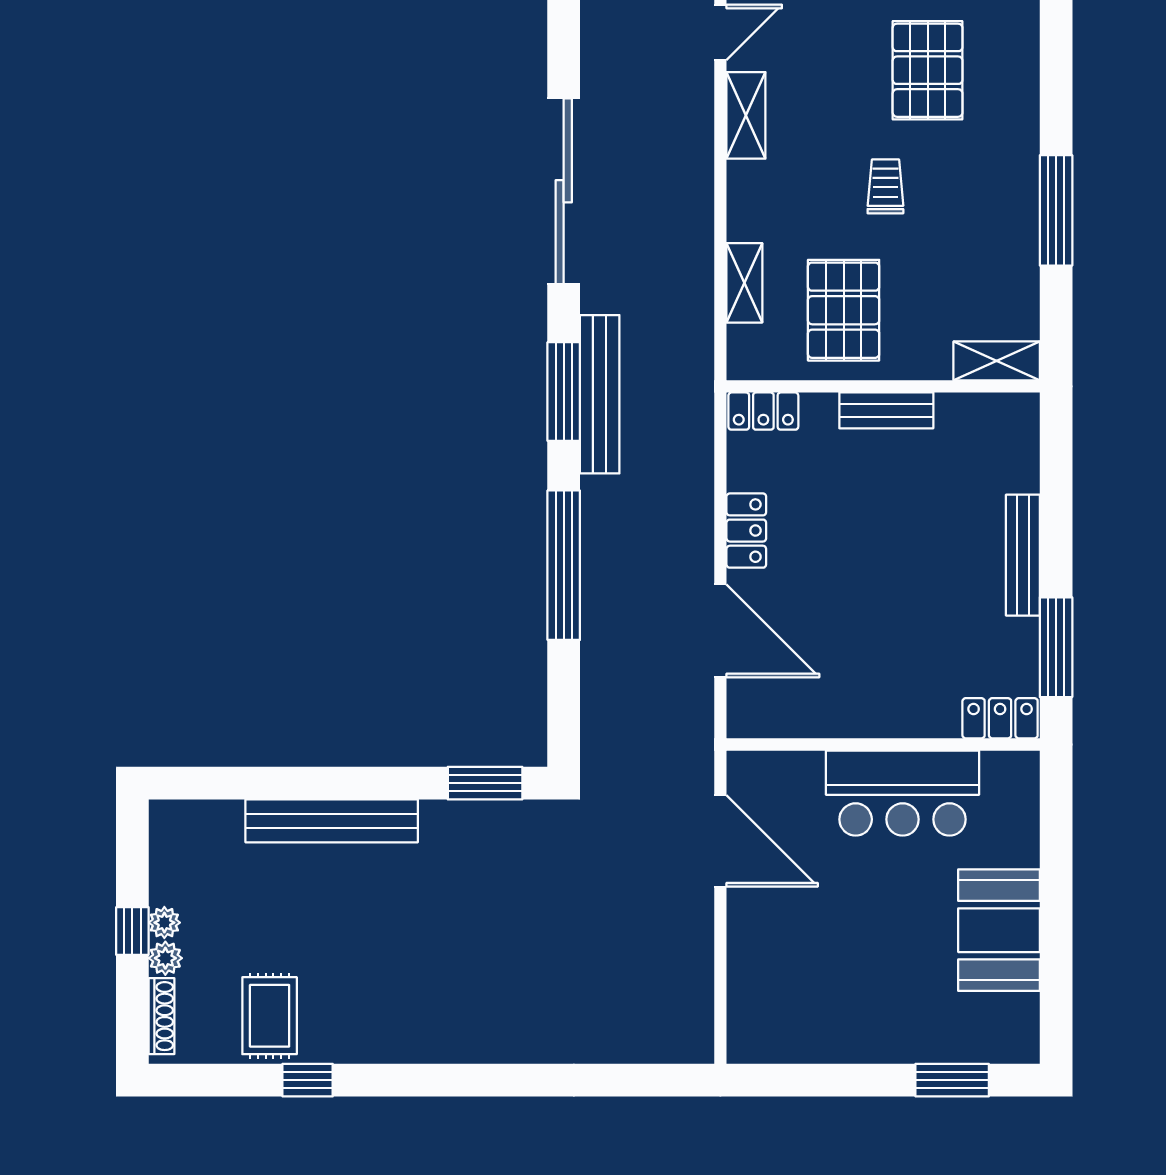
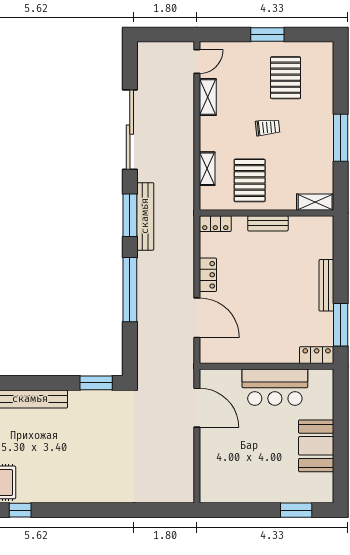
trolley: (885, 186) -> (268, 127), turned 84

